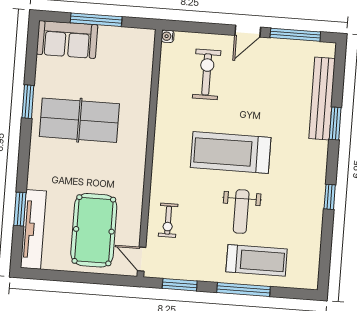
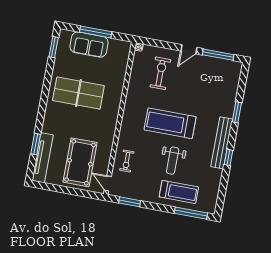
sofa: (67, 39) -> (89, 45), moved
bench: (322, 99) -> (222, 143), moved
window: (28, 102) -> (54, 47), moved
window: (244, 290) -> (191, 213), moved

